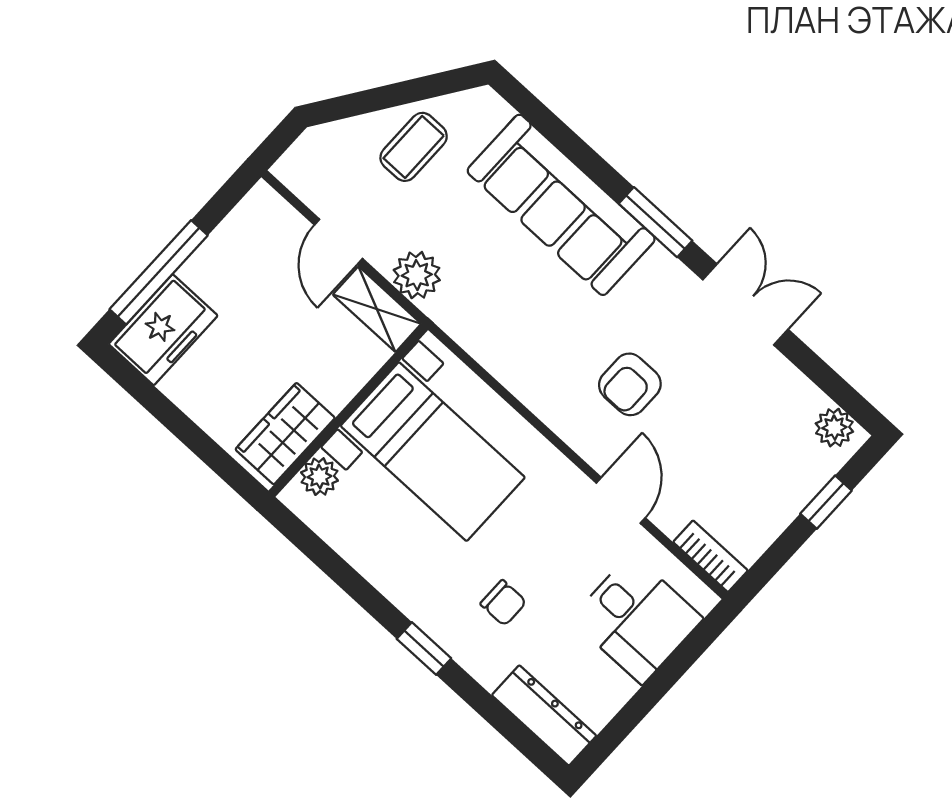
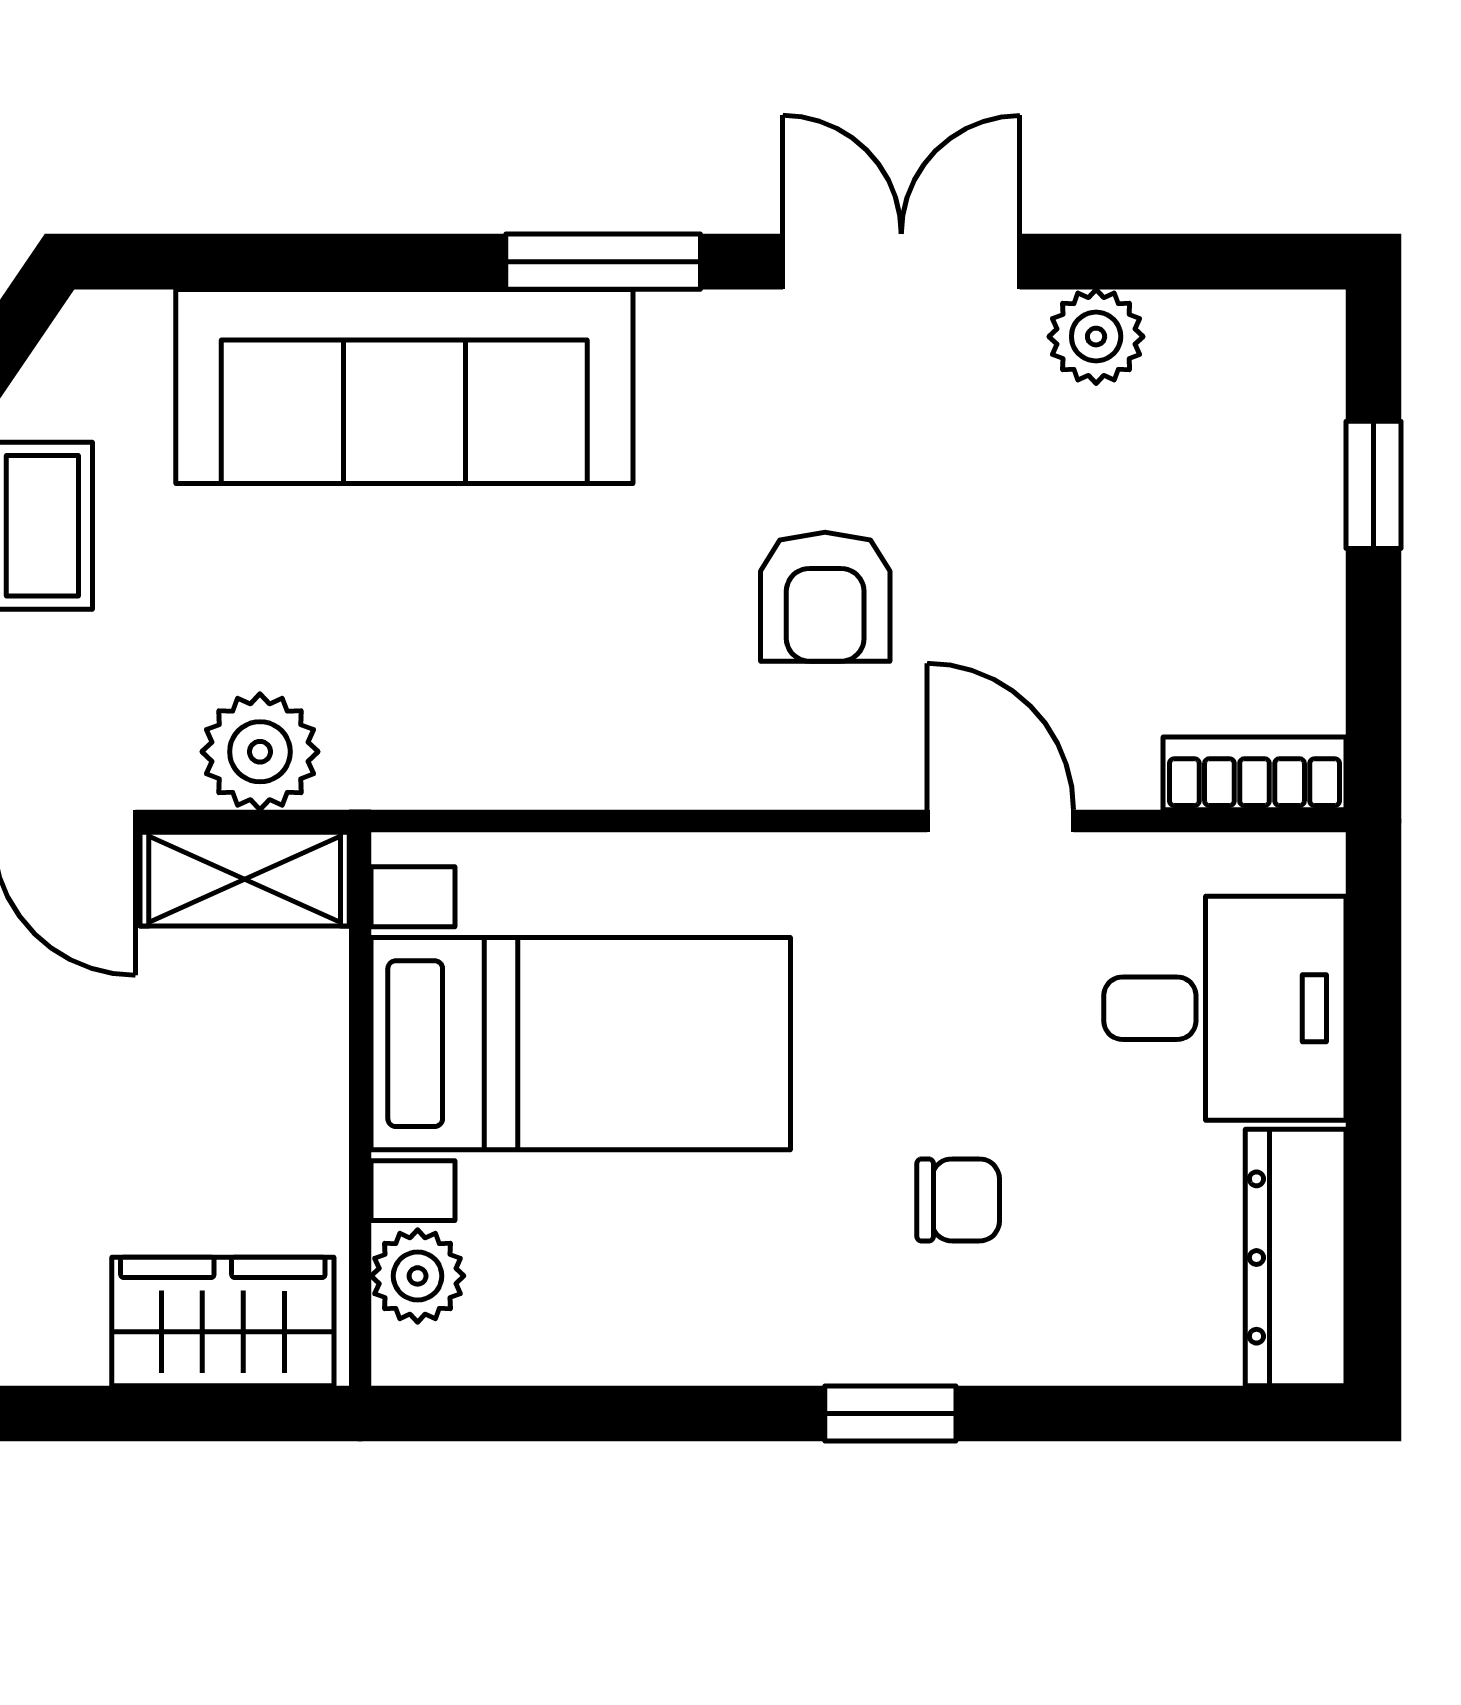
plant: (834, 428) -> (1096, 337), moved
wardrobe: (285, 434) -> (223, 1321), moved, turned 90
dresser: (544, 715) -> (1296, 1258), moved, turned -90

